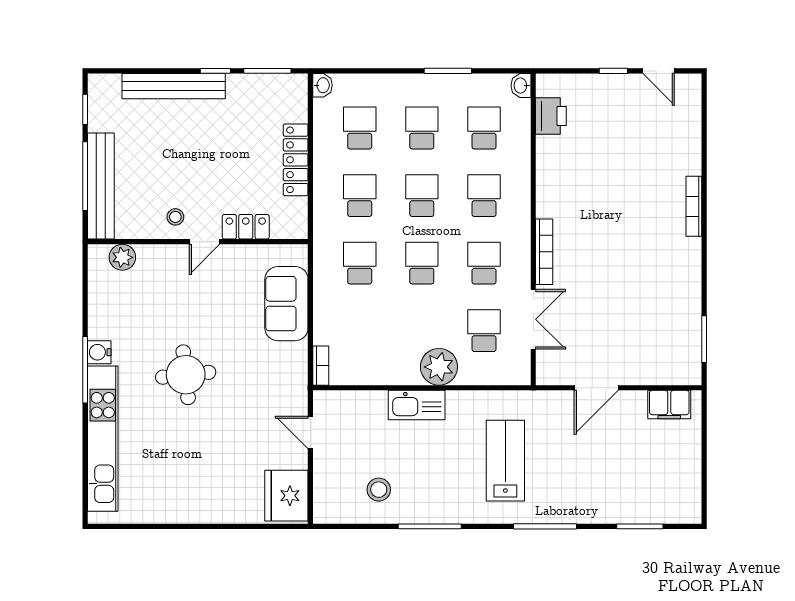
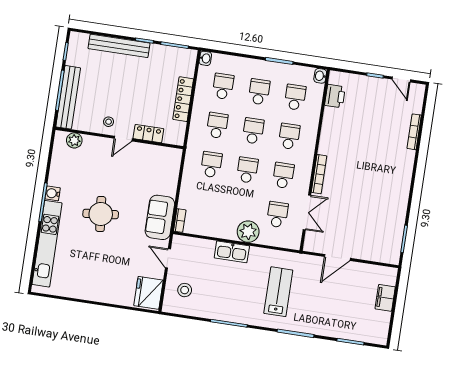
bookcase: (694, 206) -> (414, 132), moved
sofa: (286, 304) -> (160, 217), moved
filing cabinet: (669, 404) -> (385, 298), moved, turned 90
stool: (379, 490) -> (185, 290), moved

